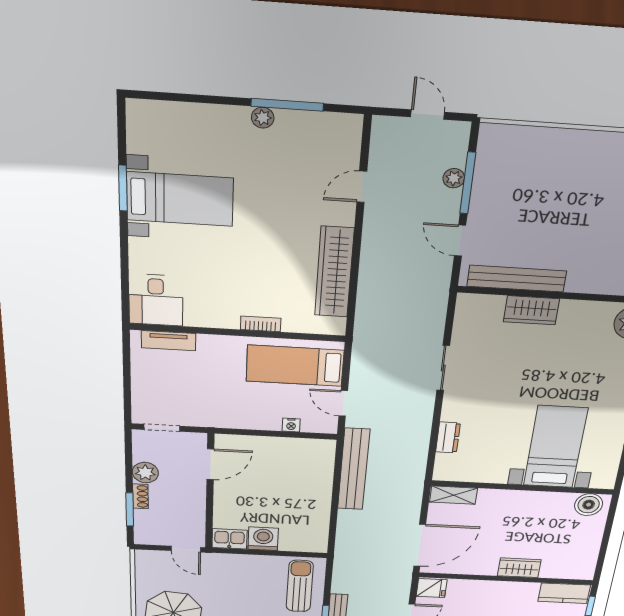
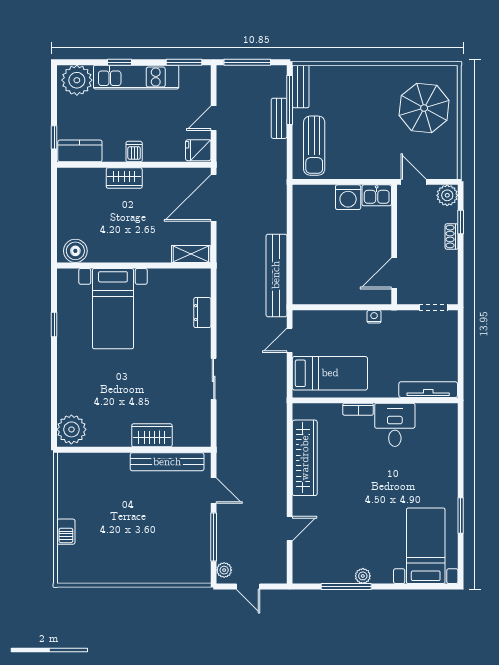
plant: (454, 178) -> (224, 570), moved
bed with nightstands: (180, 199) -> (426, 546), moved, turned 90
desk: (156, 300) -> (395, 425), moved
tv unit: (169, 341) -> (428, 390), width x1.41
door: (343, 403) -> (290, 340), swing flipped
nightstand: (291, 425) -> (374, 317), moved
plant: (145, 473) -> (447, 195), moved
window: (130, 510) -> (461, 222), width x0.67
dishwasher: (504, 590) -> (134, 152), added

